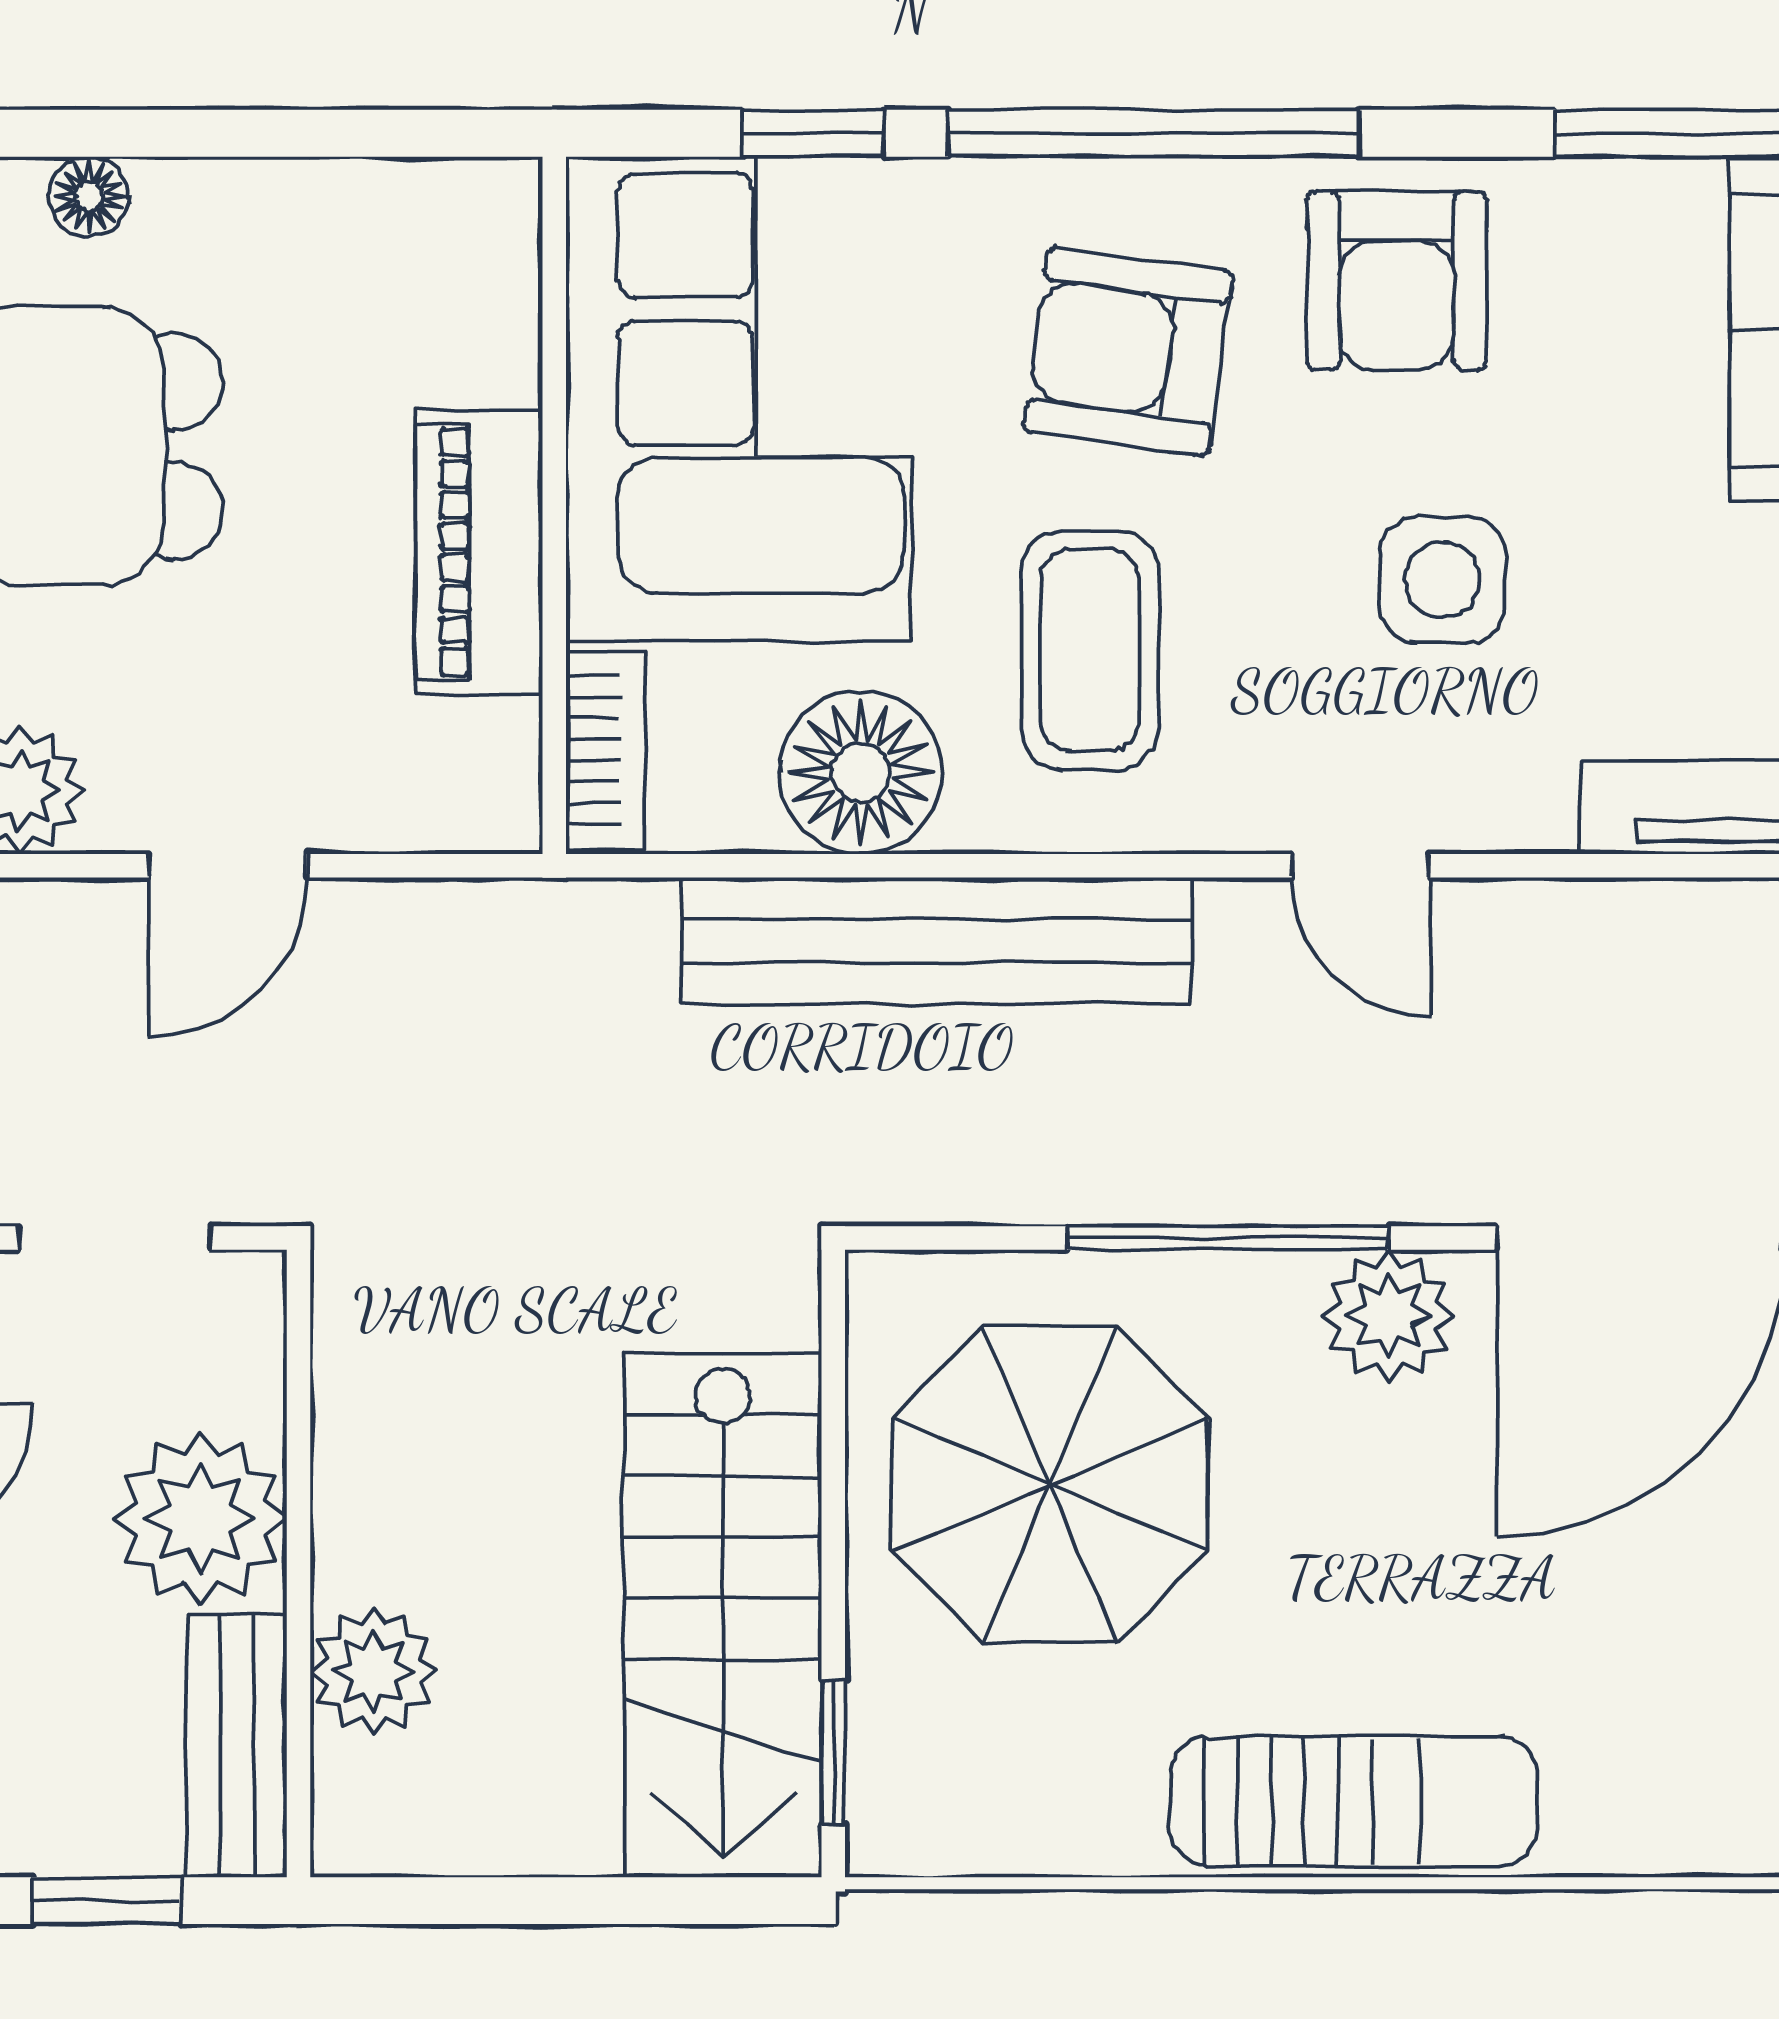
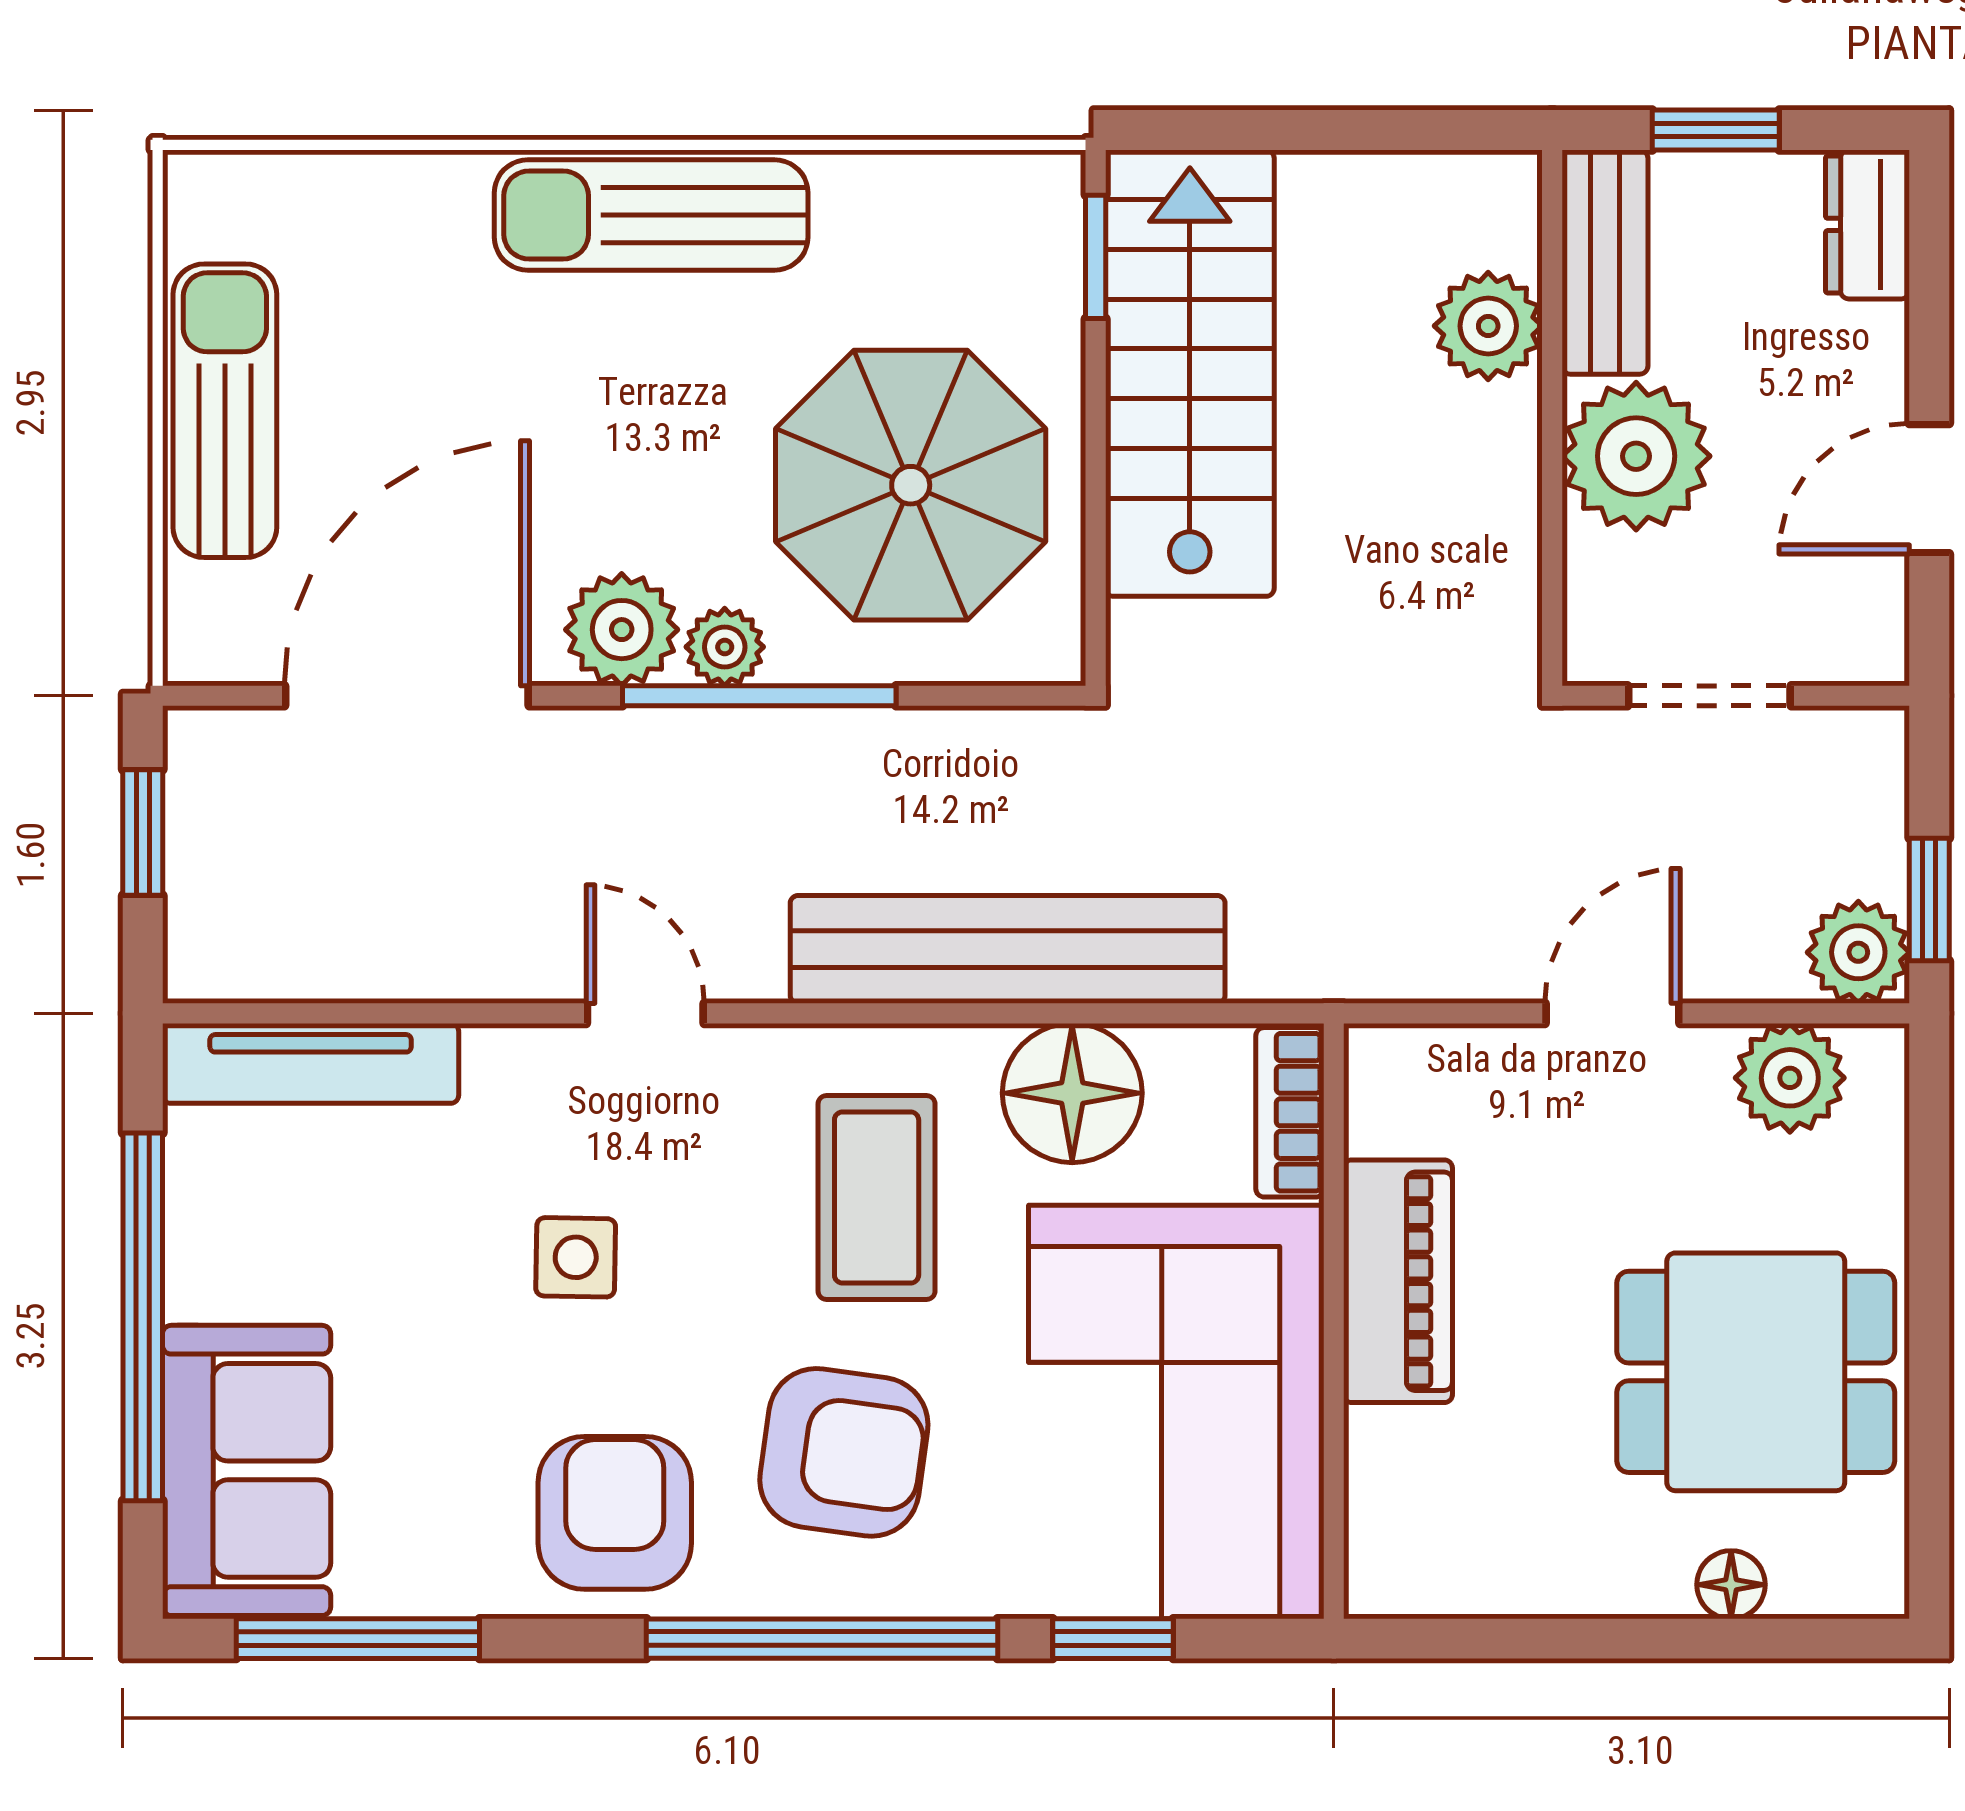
side table: (1442, 580) -> (576, 1257), width x0.73, depth x0.73
plant: (1268, 1295) -> (725, 647), added

